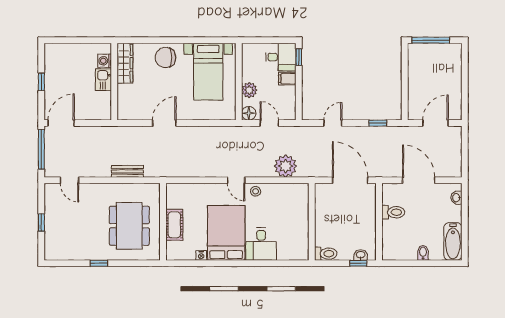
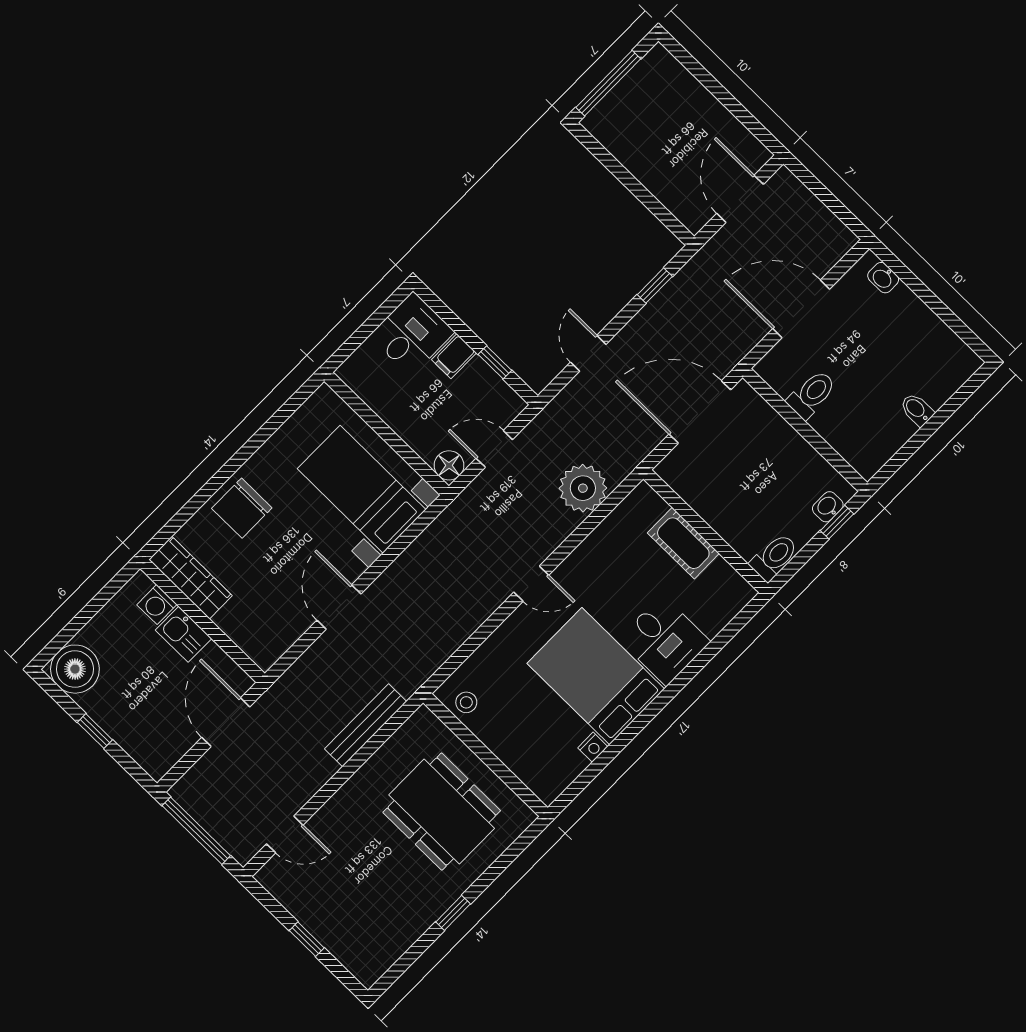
boiler: (56, 54) -> (75, 669), added
window: (299, 57) -> (495, 362), moved
bed with nightstands: (208, 72) -> (362, 489), moved, turned 180
plant: (249, 90) -> (415, 430), removed
door: (61, 123) -> (226, 722), moved
bench: (127, 171) -> (366, 725), width x1.36
stool: (256, 191) -> (466, 702), moved
cot: (174, 225) -> (683, 543), moved
bathtub: (453, 241) -> (944, 348), removed

